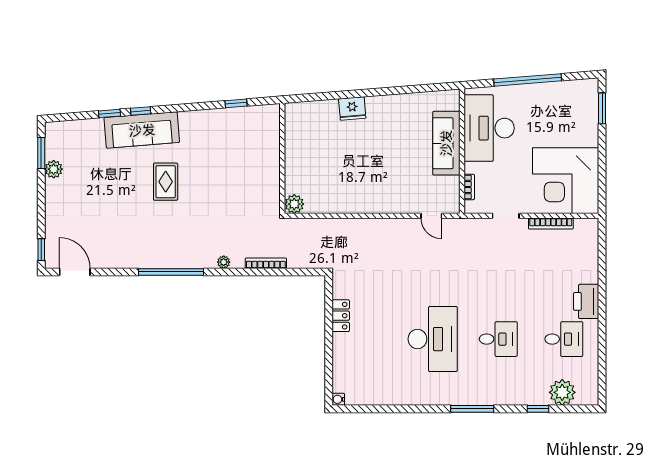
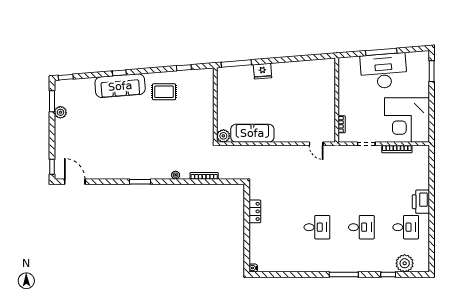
window: (528, 80) -> (381, 52), width x0.68
window: (313, 97) -> (236, 63), added
window: (109, 113) -> (66, 77), moved
desk: (489, 128) -> (384, 71), moved, turned 85
sofa: (446, 143) -> (252, 133), moved, turned 90
rug: (166, 182) -> (164, 92), moved, turned 90
window: (171, 272) -> (140, 182), width x0.47
desk: (433, 339) -> (317, 227), width x0.53, depth x0.77

